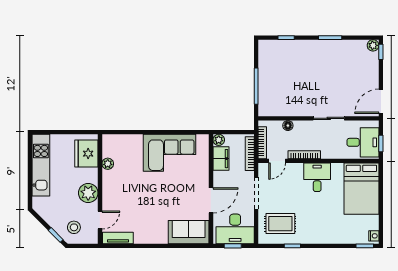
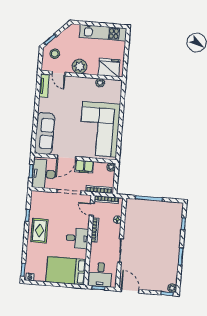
corner sofa: (170, 153) -> (100, 129), width x1.36, depth x1.36
filing cabinet: (221, 159) -> (84, 167), moved
door: (211, 200) -> (66, 158), hinge flipped
rug: (280, 224) -> (39, 231), moved
sofa: (189, 232) -> (45, 133), width x1.36

